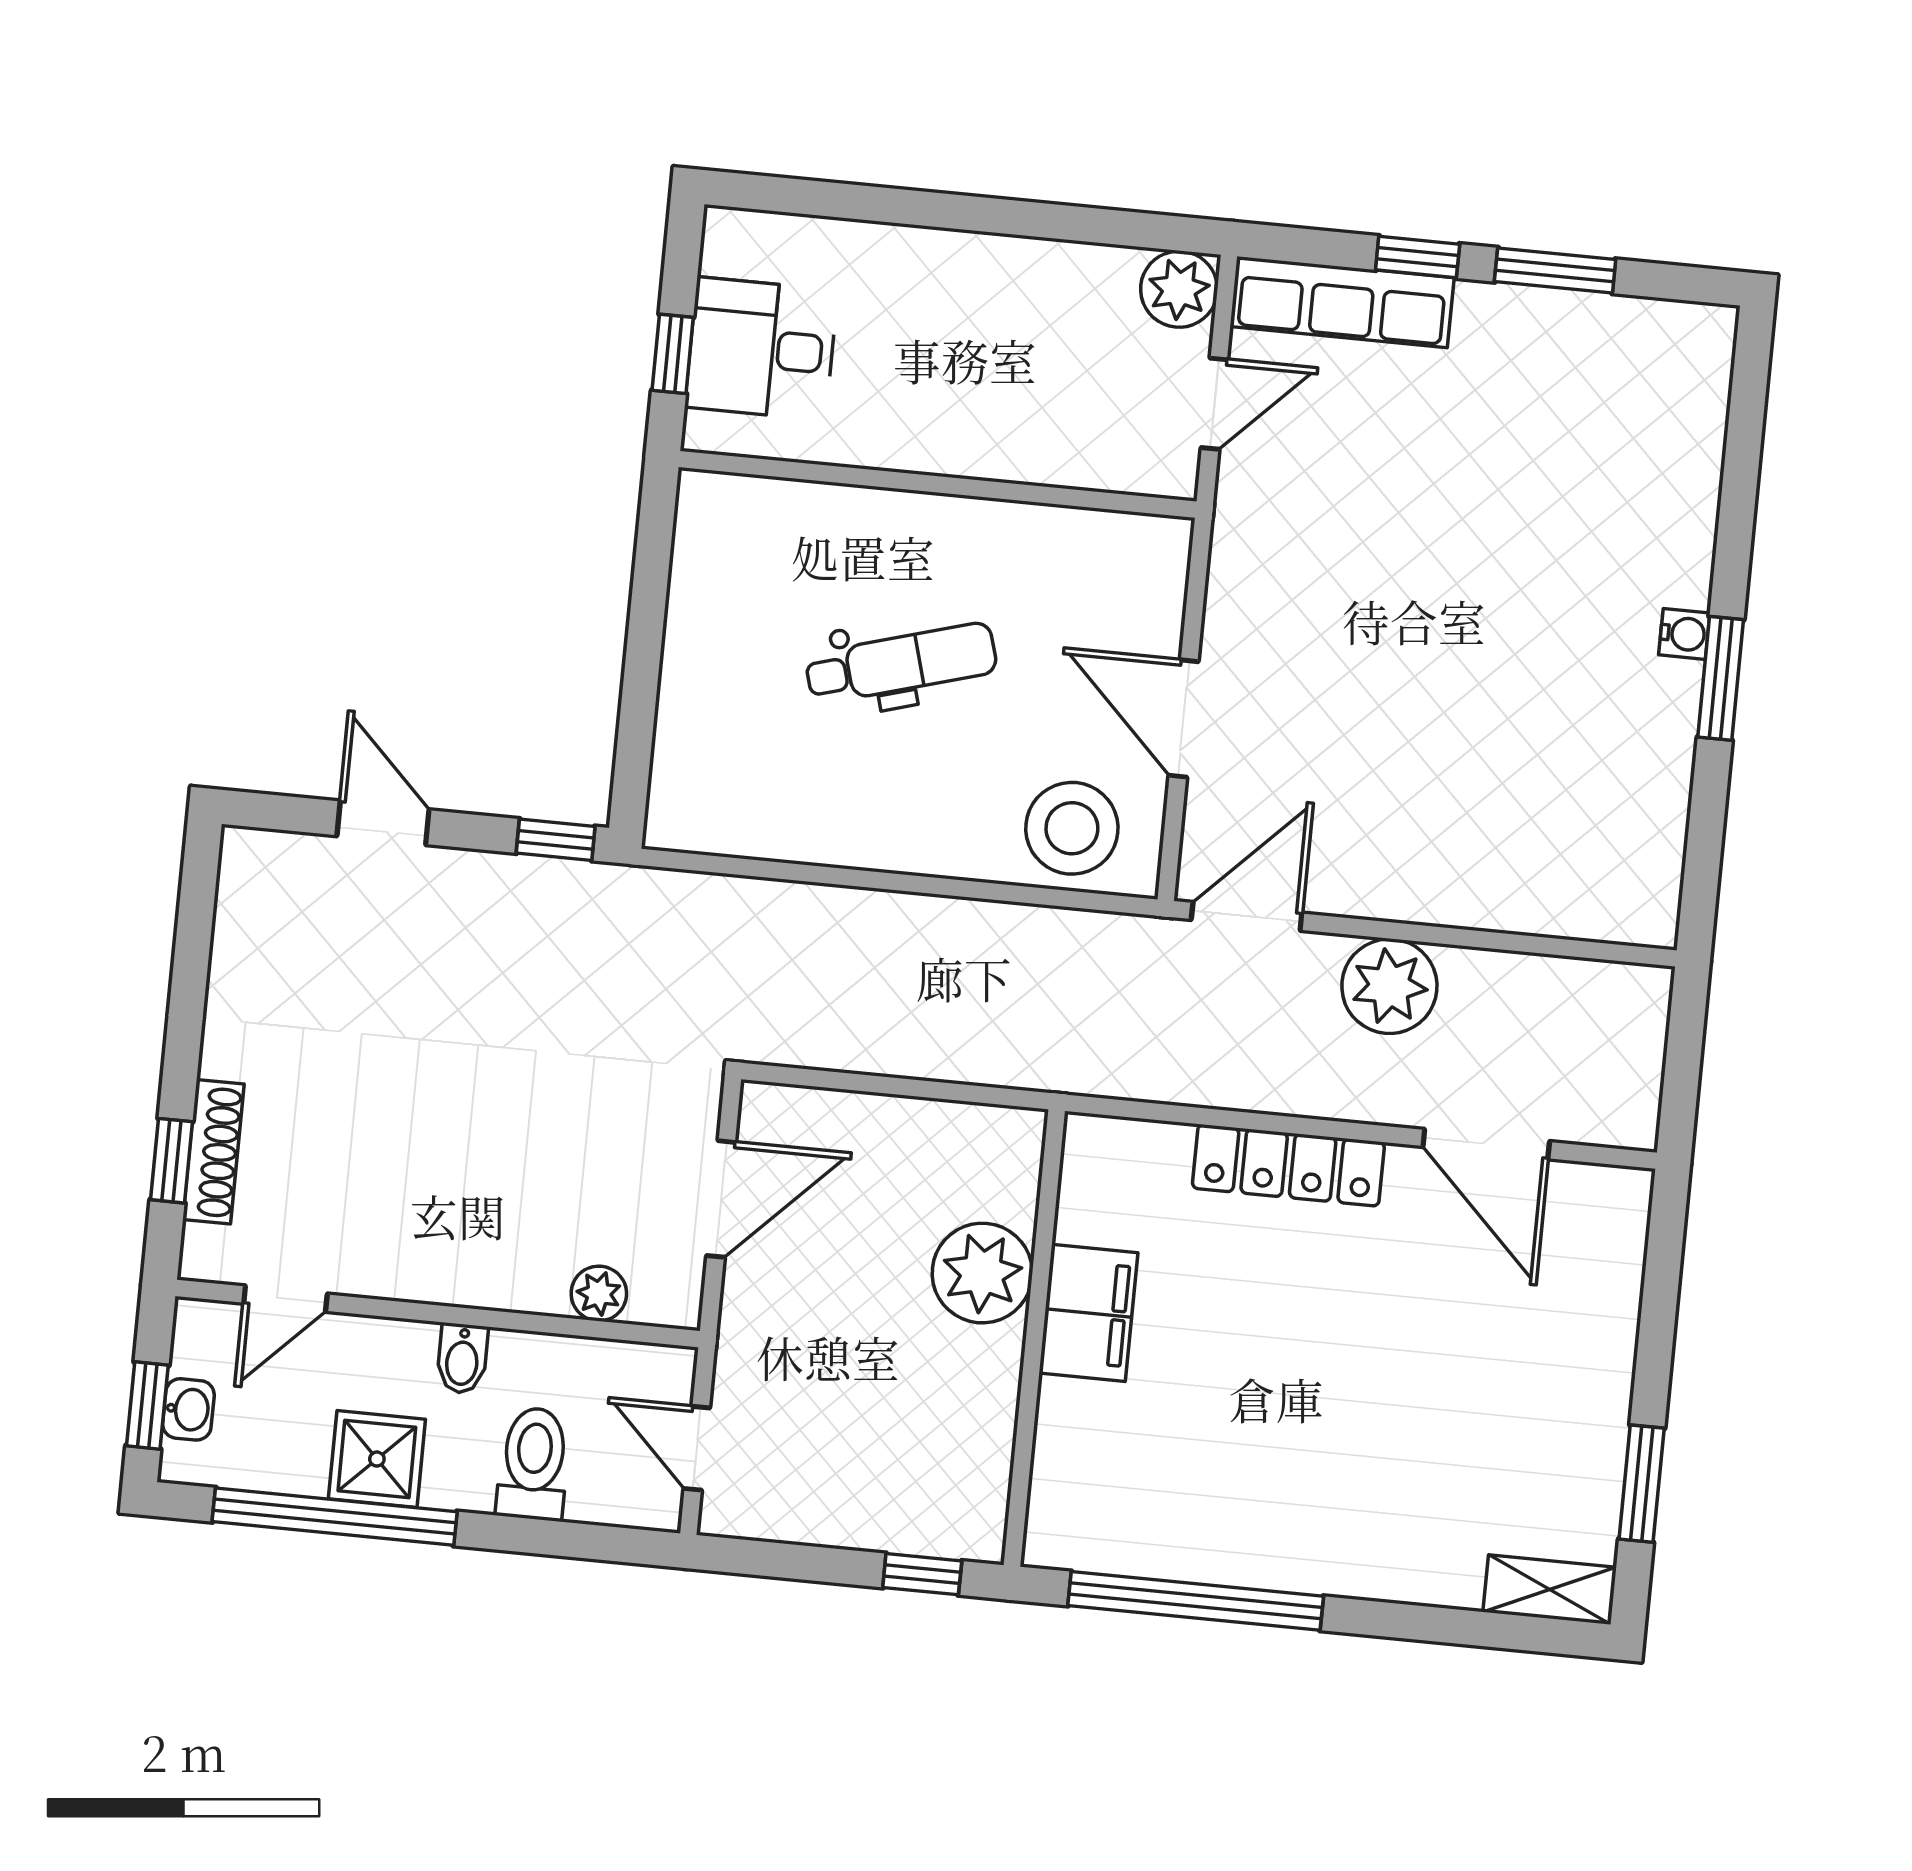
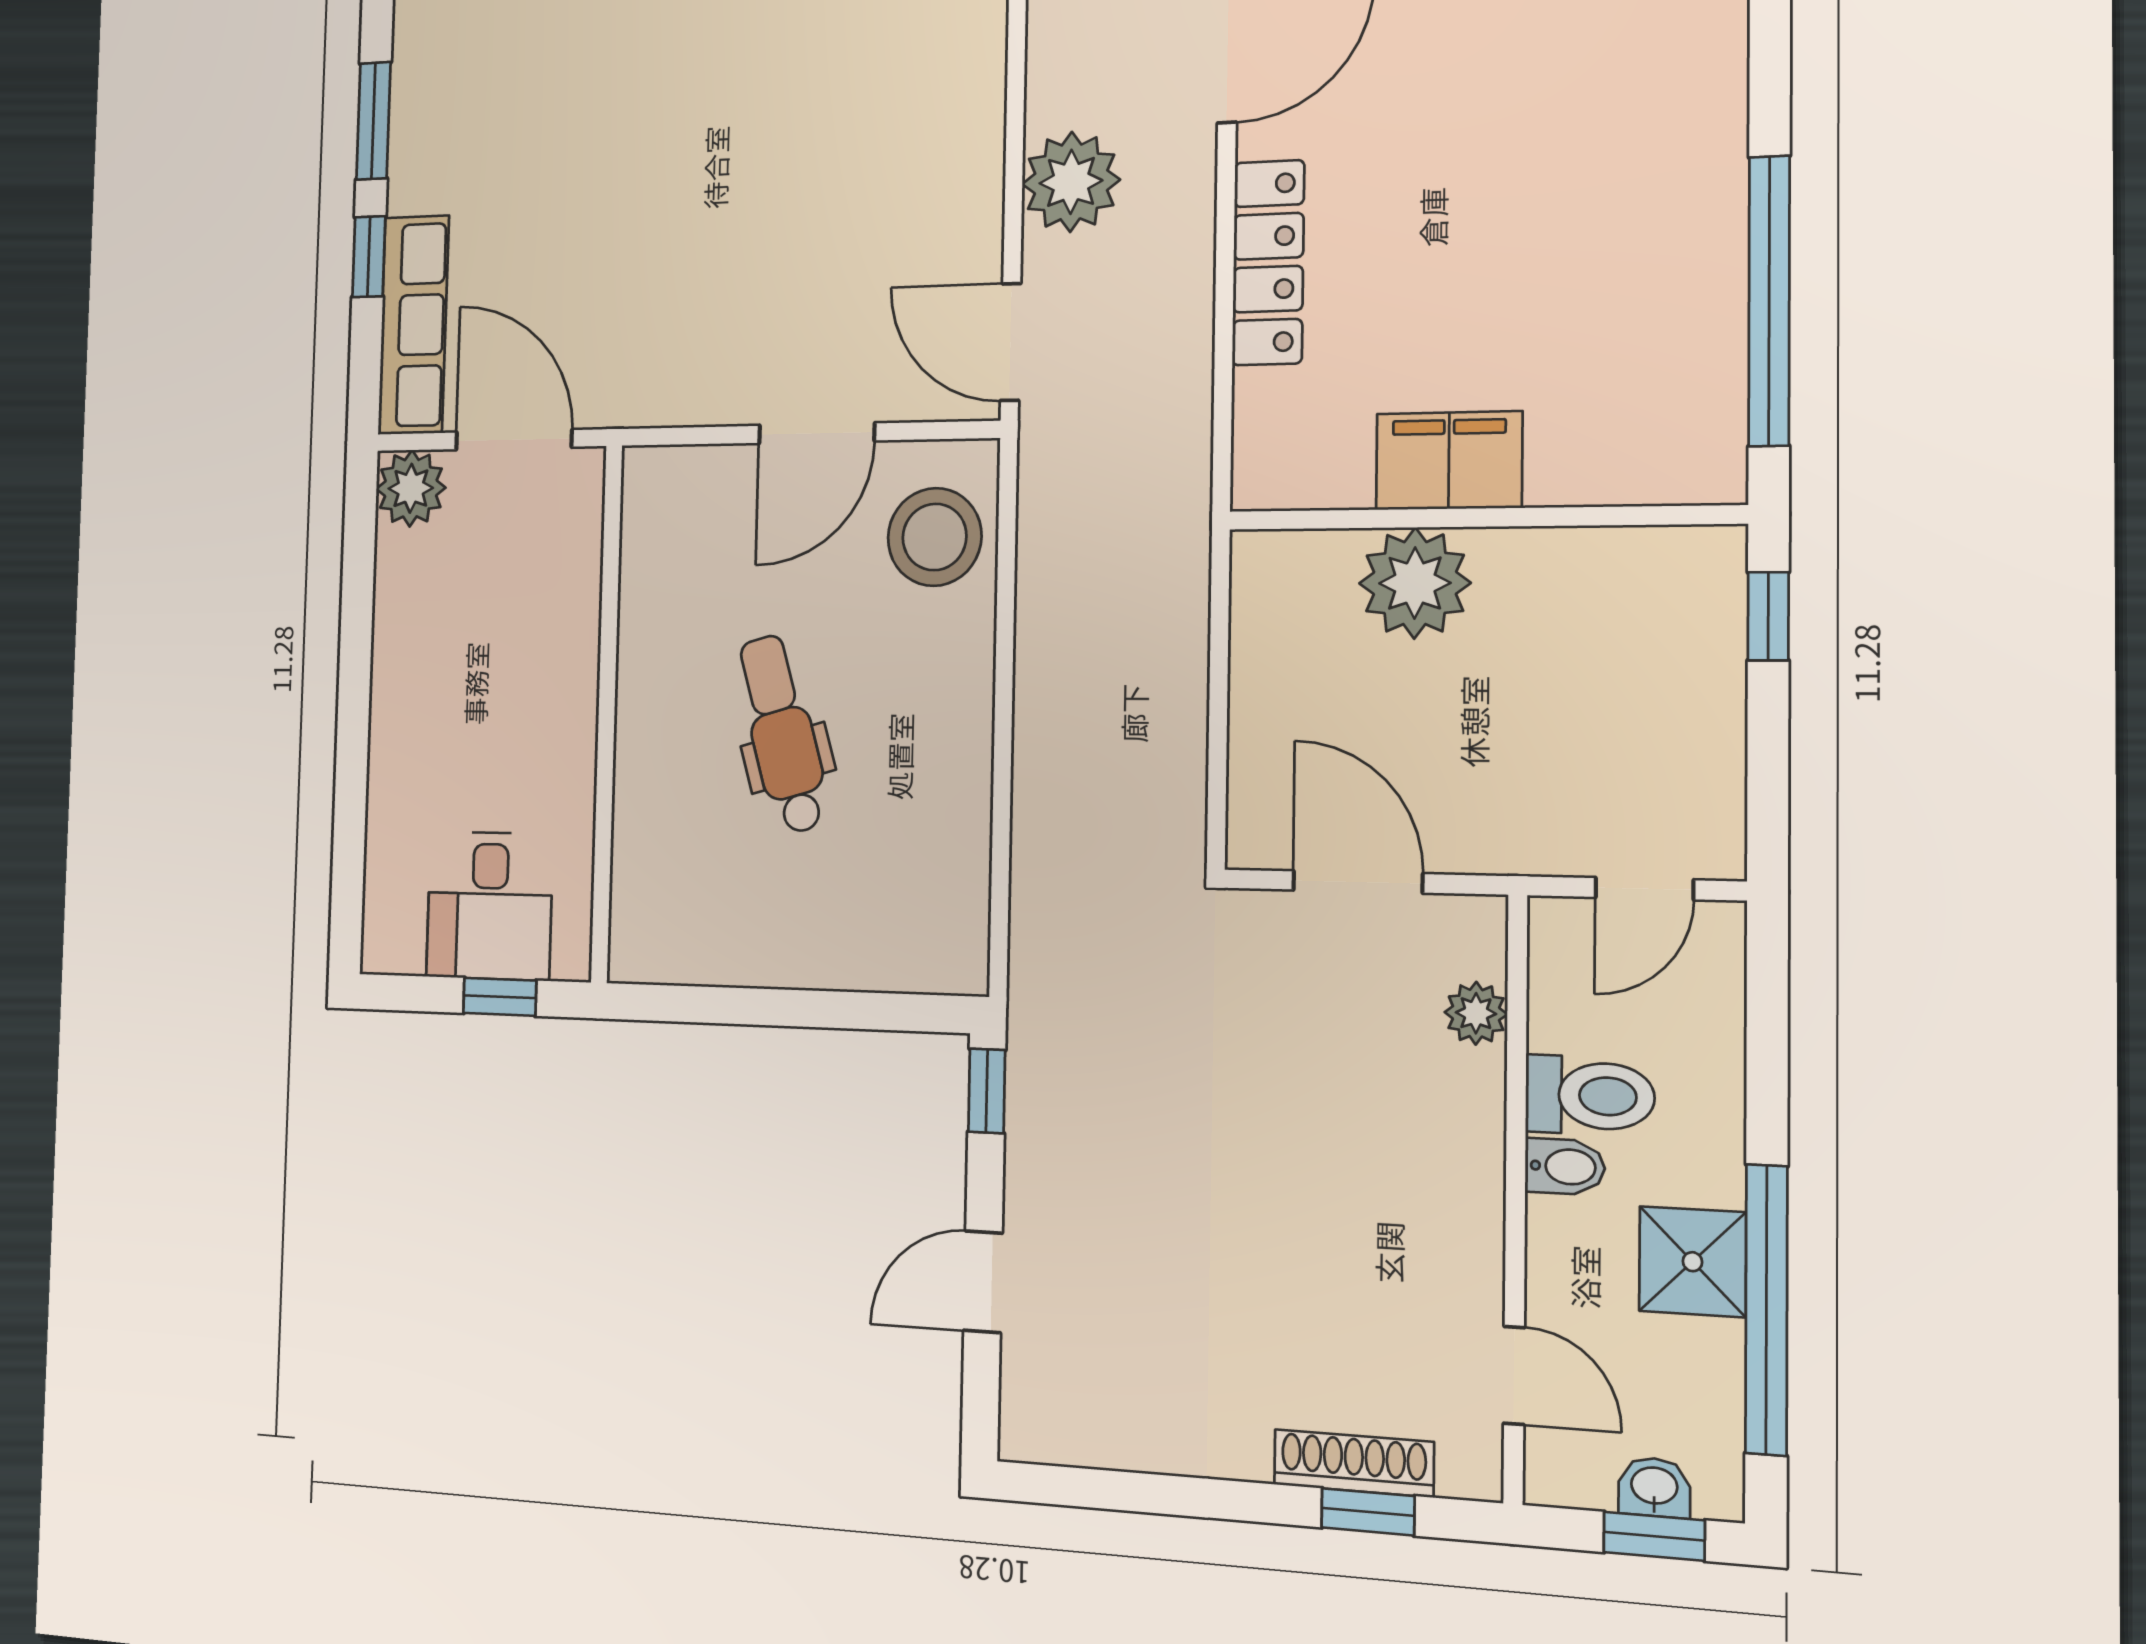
door: (1214, 404) -> (514, 440), width x1.38
toilet: (533, 1464) -> (1590, 1096), moved, turned 180

